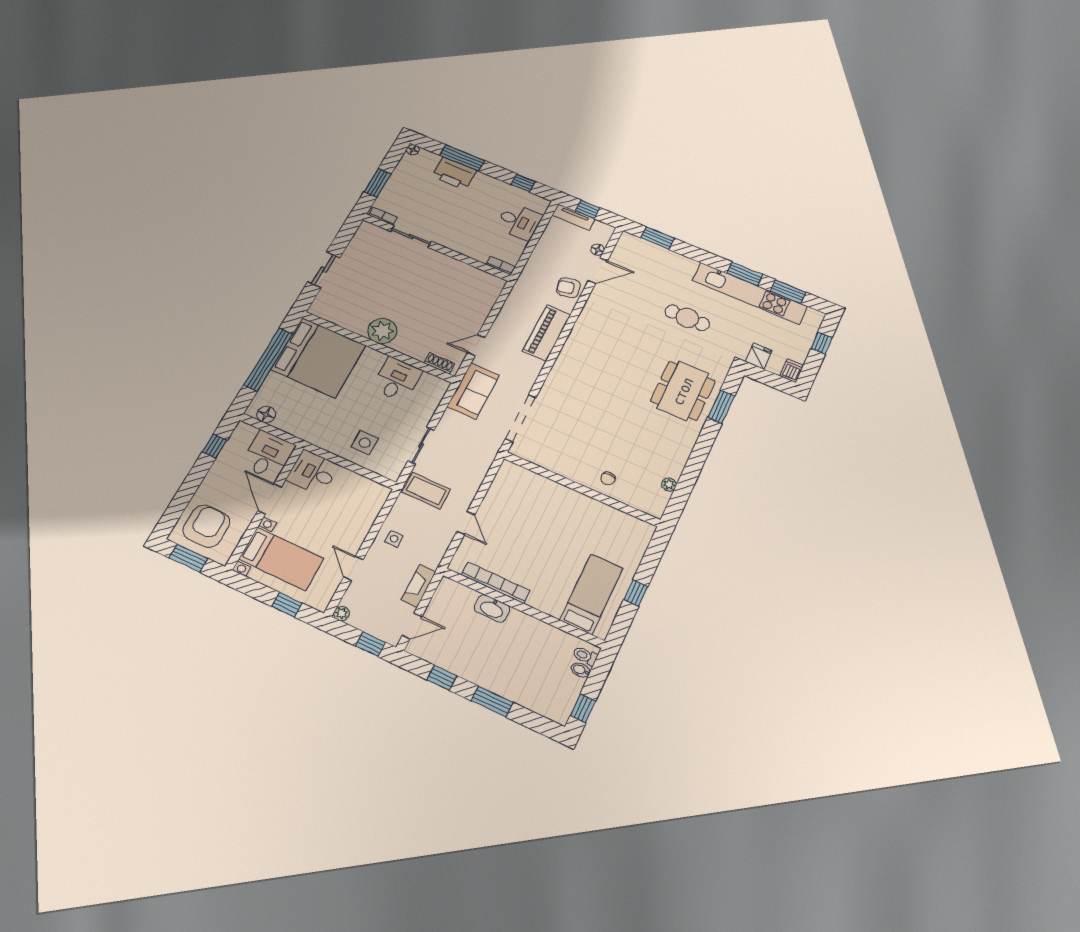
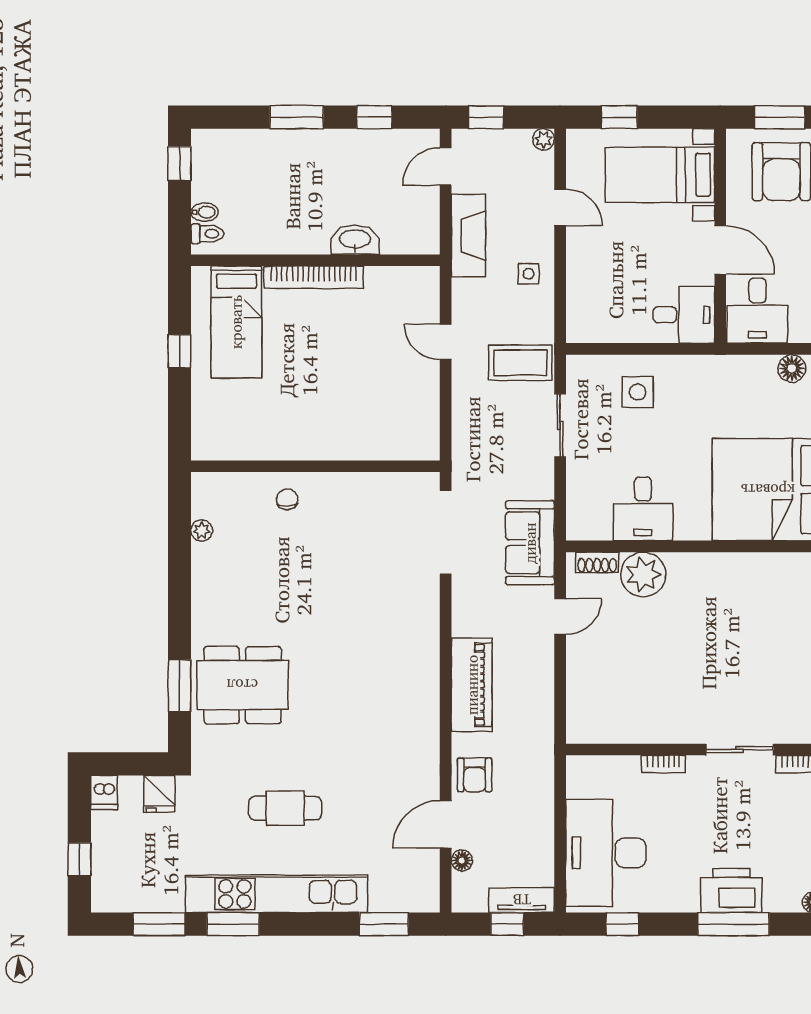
desk: (519, 222) -> (606, 853), width x1.87, depth x1.30
bookcase: (501, 266) -> (663, 764), moved
armchair: (568, 288) -> (475, 775), turned 103
kitchen unit: (750, 293) -> (277, 894), moved
plant: (382, 331) -> (643, 574), moved
dining table: (683, 391) -> (242, 685), turned 90
bookcase: (495, 583) -> (313, 277), moved
fireplace: (419, 586) -> (468, 236), width x1.37, depth x1.32

